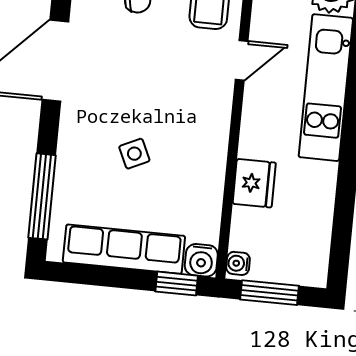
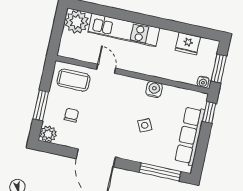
fridge: (254, 183) -> (188, 44), moved, turned 180
water cooler: (201, 260) -> (154, 89), moved, turned -90

